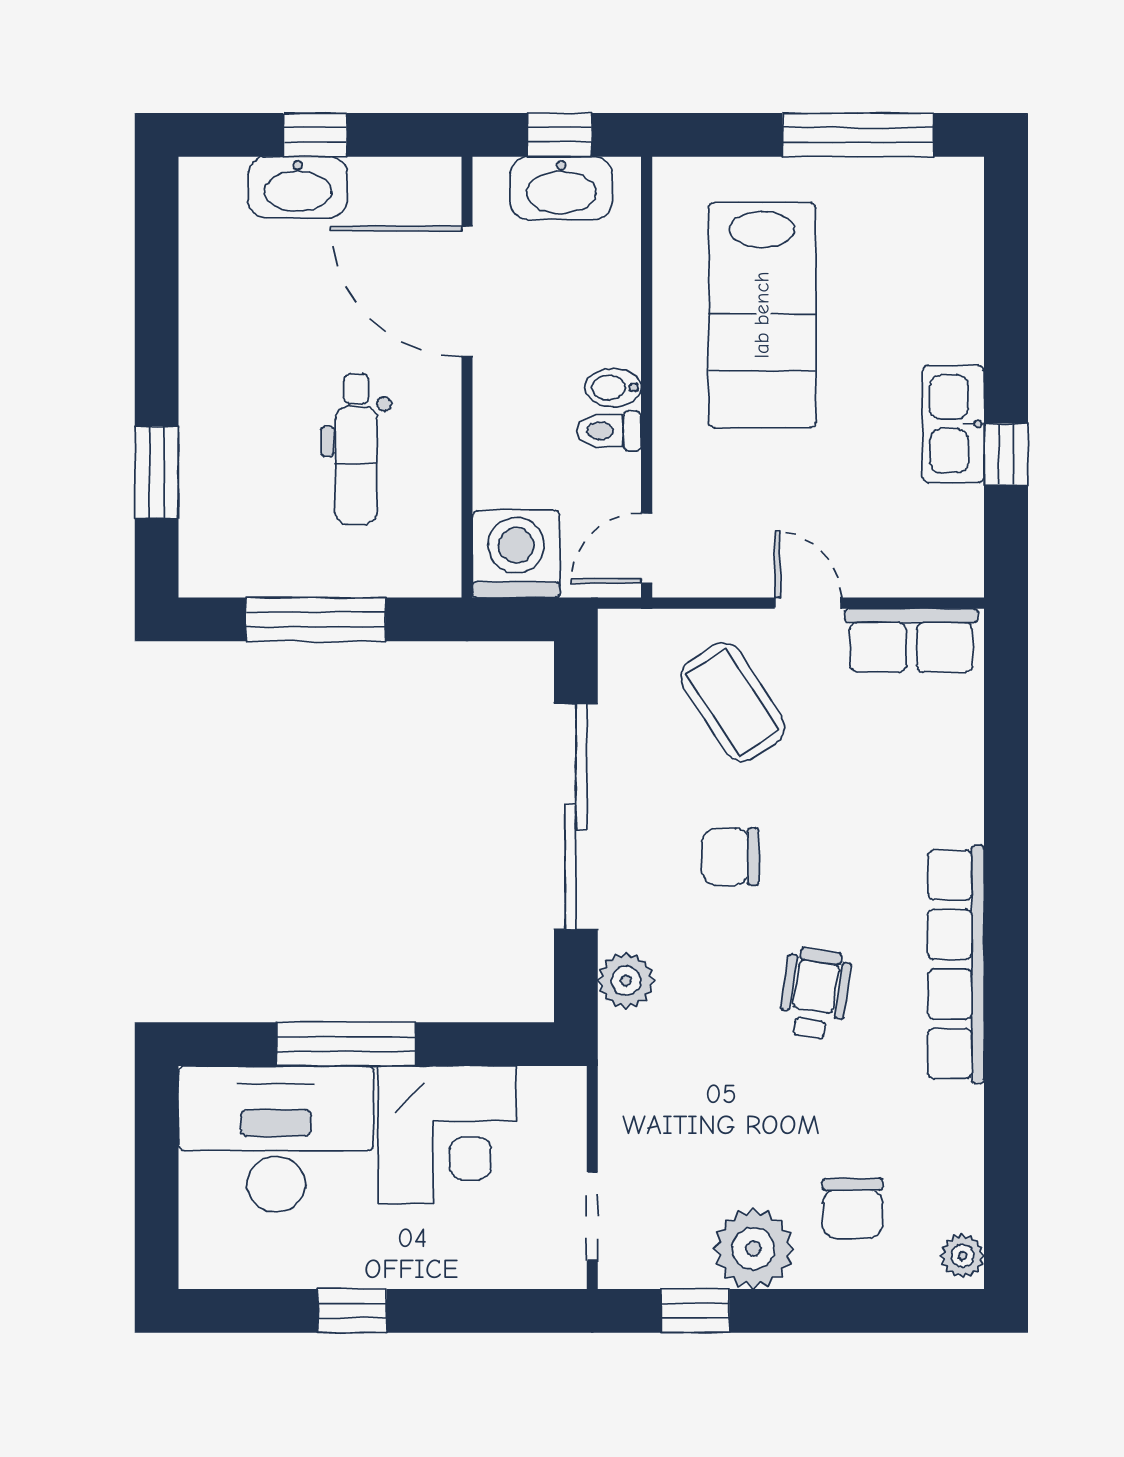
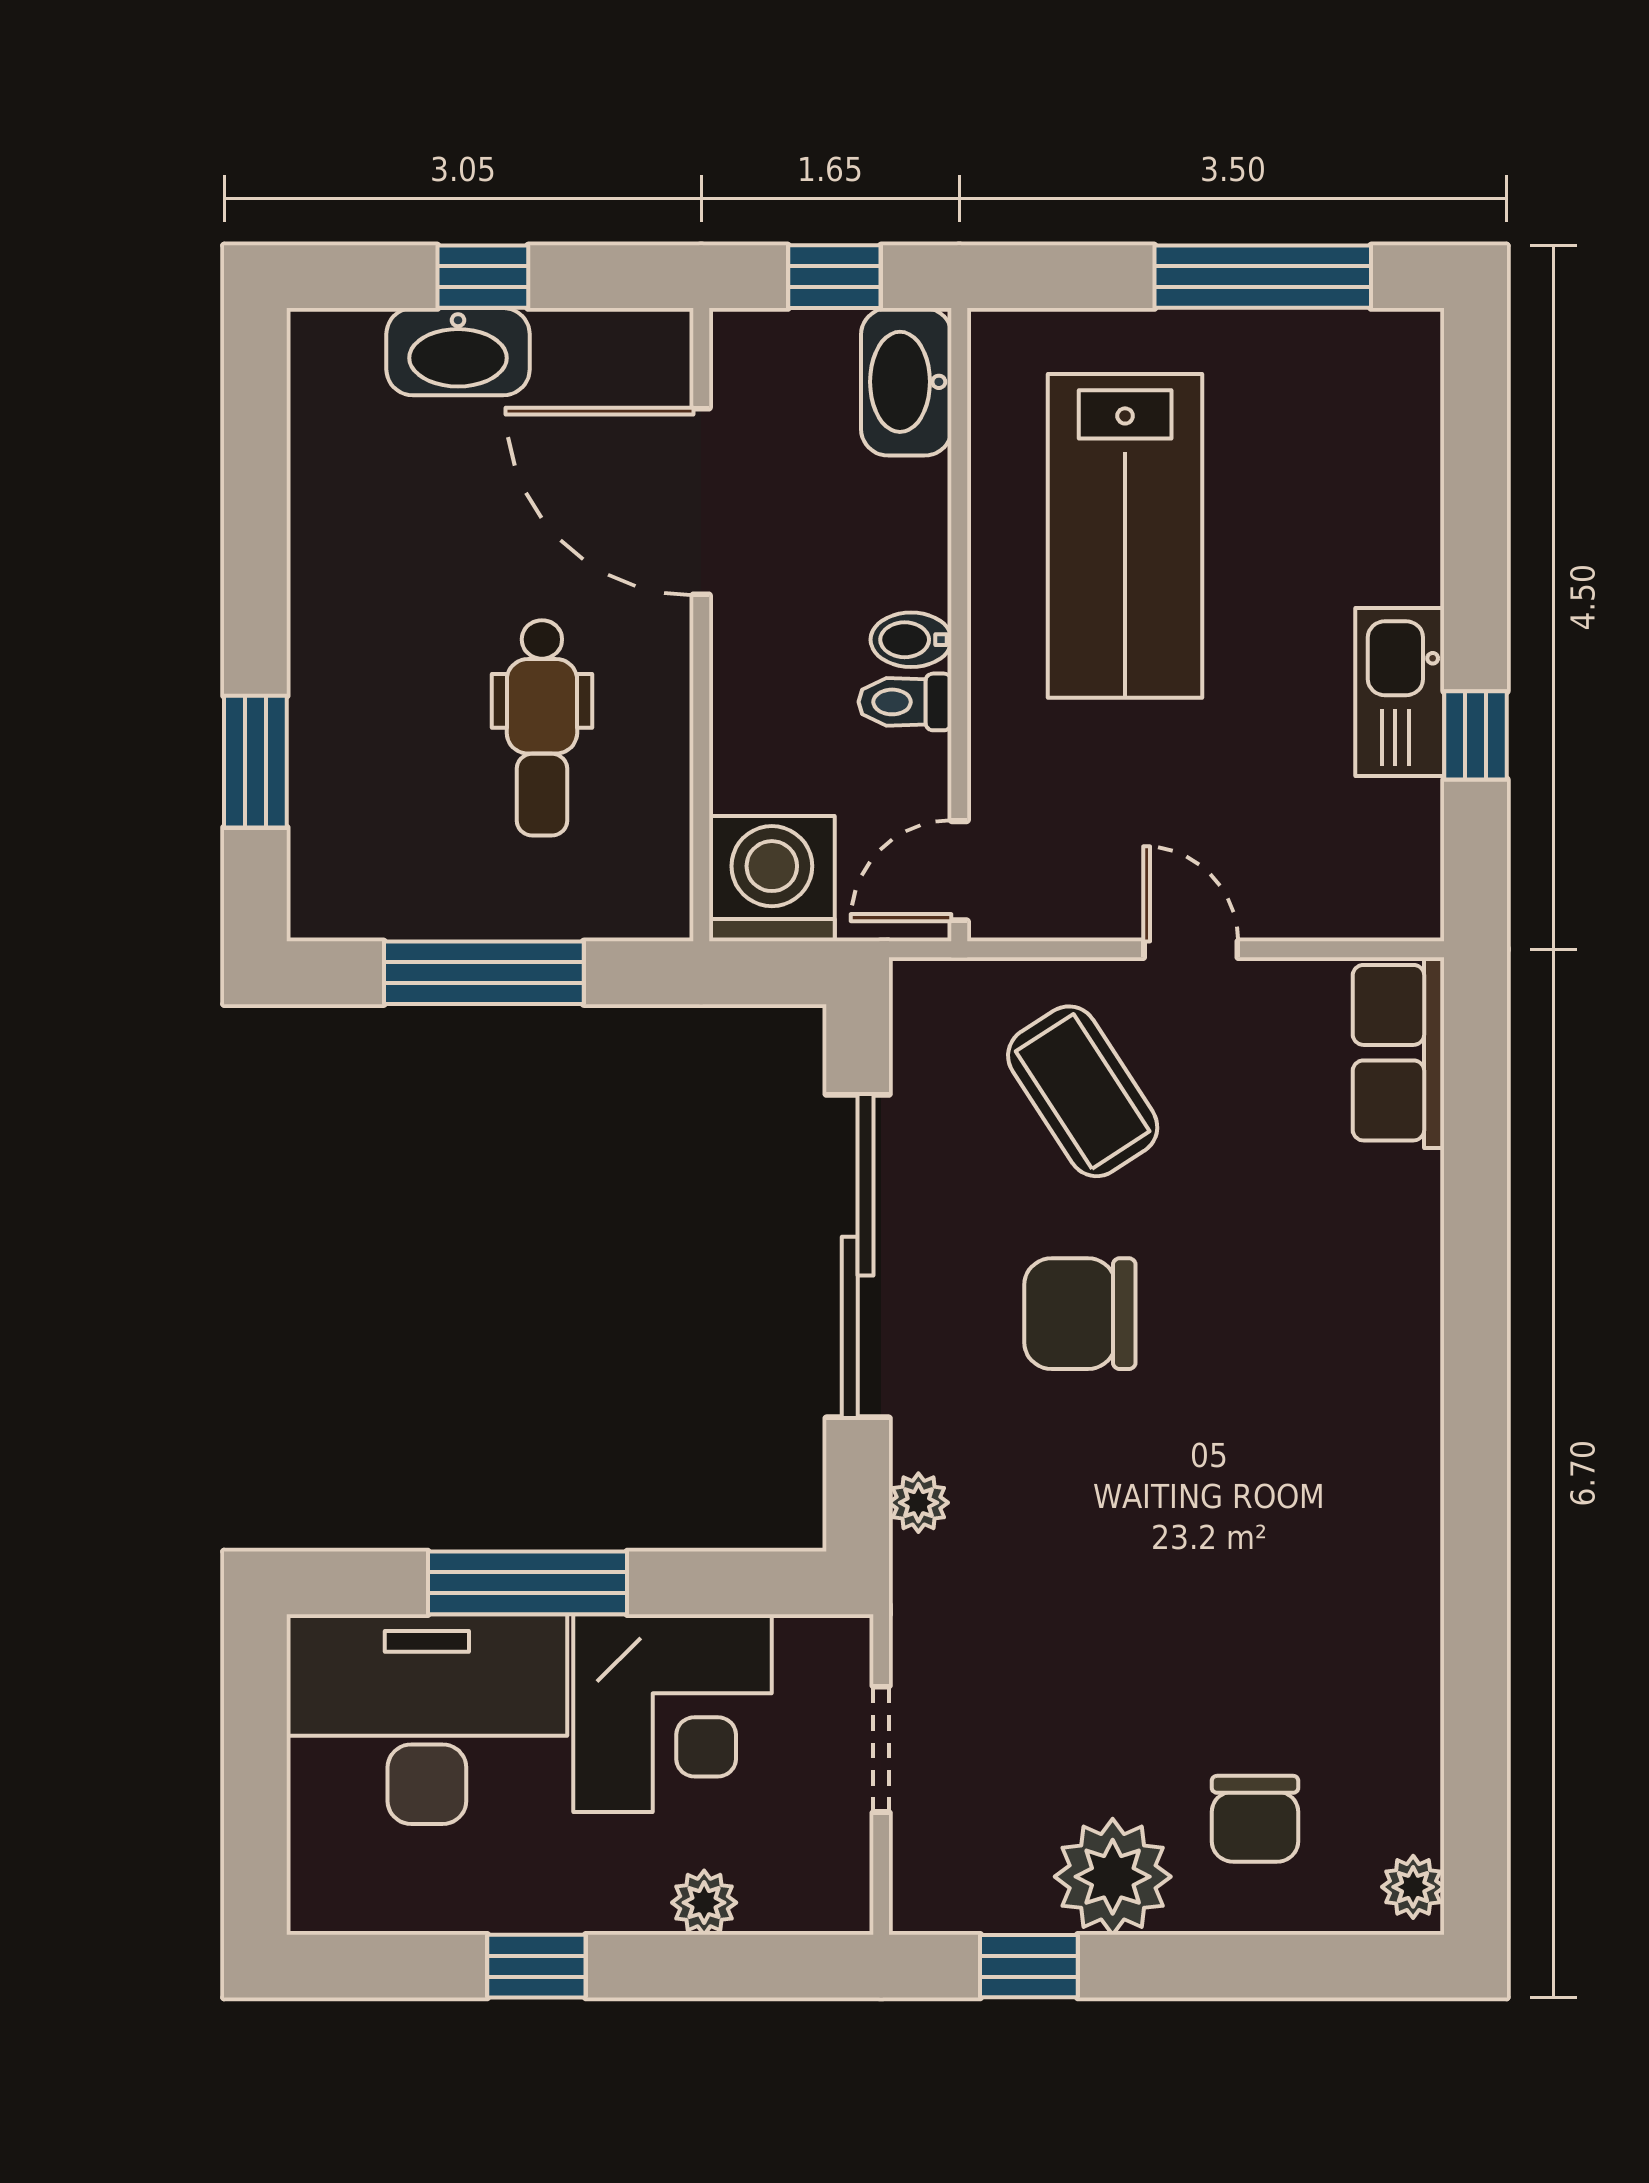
washbasin: (561, 188) -> (906, 382), moved, turned 90
row of seats: (911, 640) -> (1399, 1053), moved, turned 90
chair: (731, 857) -> (1080, 1314), width x1.37, depth x1.37
row of seats: (956, 964) -> (1404, 1468), removed
plant: (626, 981) -> (918, 1503), width x0.73, depth x0.73
wheelchair: (815, 994) -> (1201, 1510), removed
doorway: (592, 1216) -> (881, 1749), moved
plant: (469, 1267) -> (704, 1903), added

